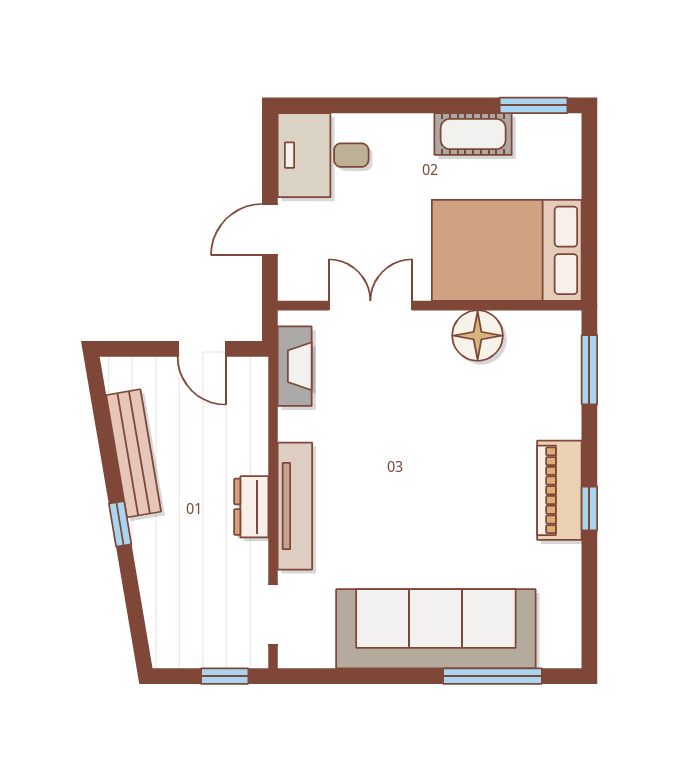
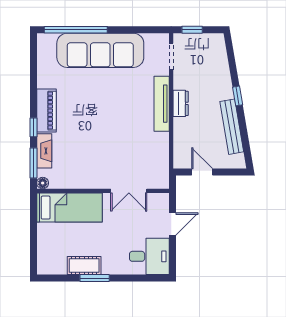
window: (534, 105) -> (95, 278), moved
bed: (507, 250) -> (69, 208), width x0.67
floor lamp: (478, 336) -> (43, 183), moved, width x0.53, depth x0.53
fireplace: (295, 366) -> (44, 151), moved, turned 180
window: (589, 508) -> (33, 127), moved
window: (492, 676) -> (76, 30), width x1.46

